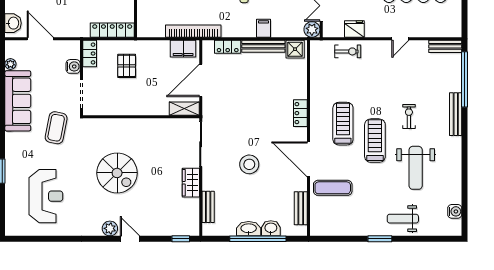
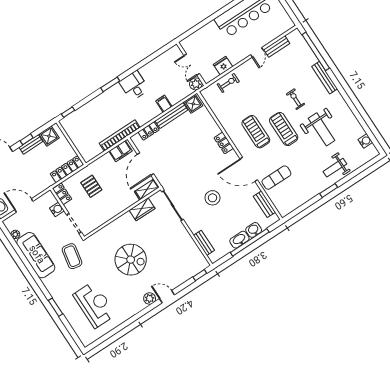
bench: (445, 46) -> (277, 46), moved
wardrobe: (191, 183) -> (142, 209), moved, turned -90

